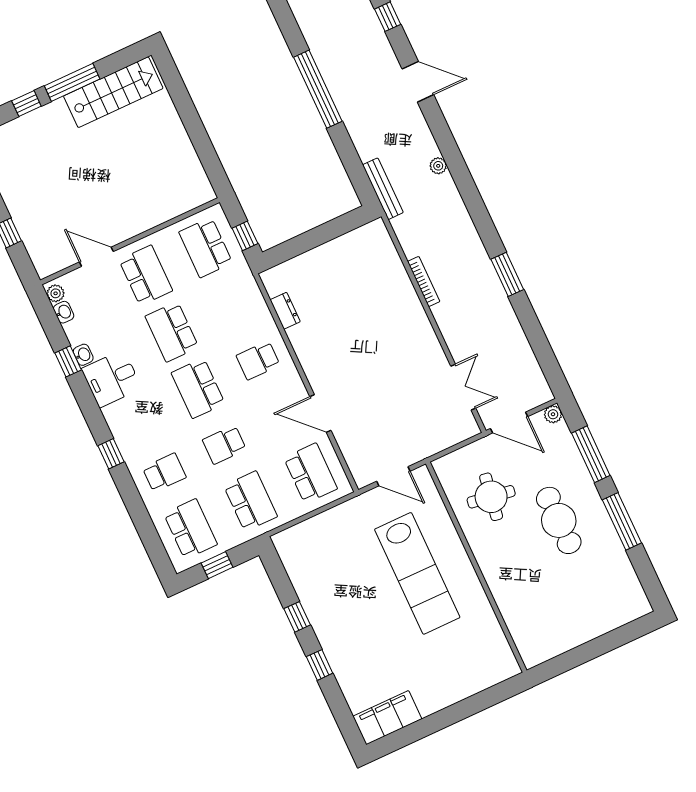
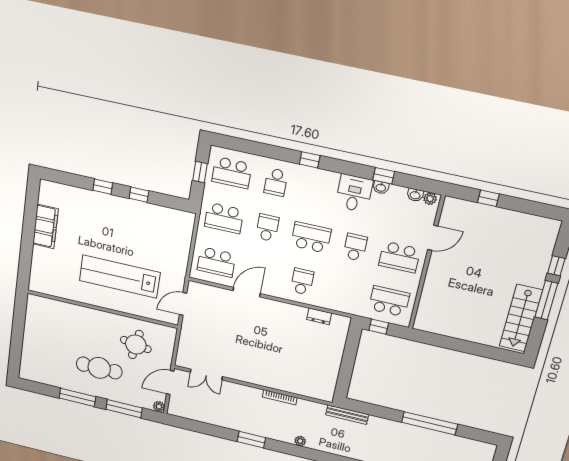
plant: (438, 166) -> (300, 441), moved
school desk: (172, 332) -> (355, 247), width x0.54
filing cabinet: (387, 718) -> (45, 226), moved

